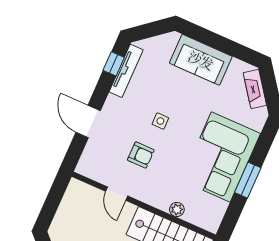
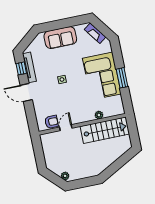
door: (88, 121) -> (26, 93), moved
armchair: (141, 155) -> (51, 122), moved
door: (117, 194) -> (66, 128), swing flipped

